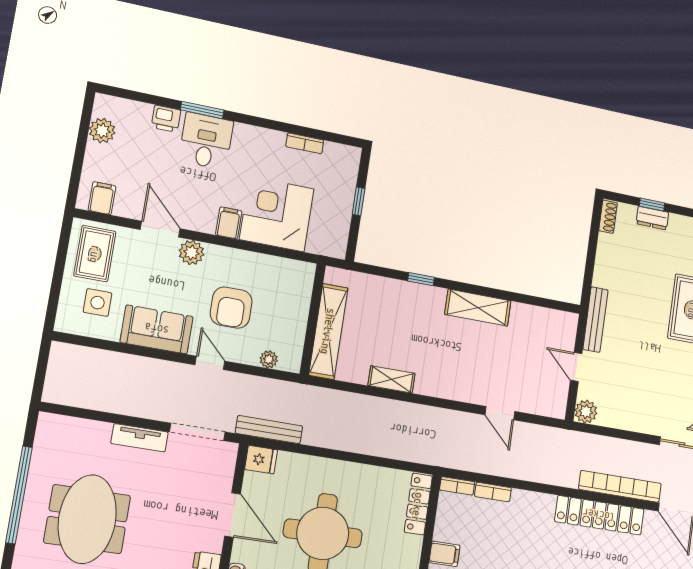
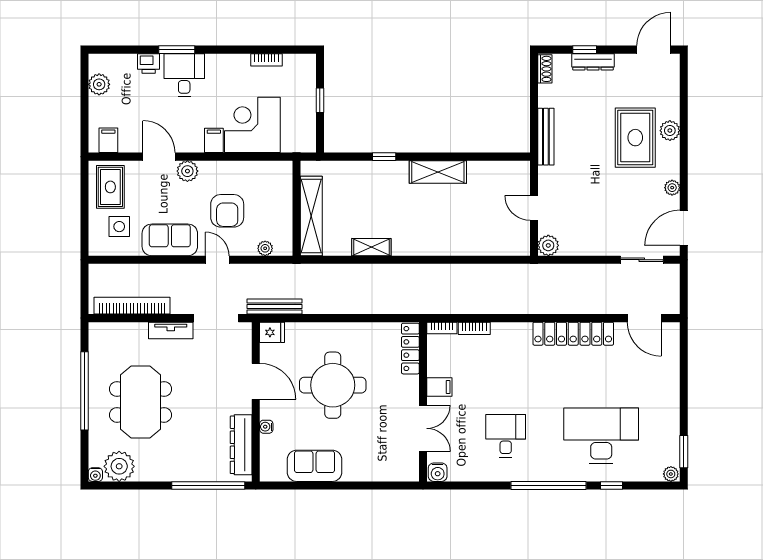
dresser: (652, 218) -> (593, 62), width x1.44
bench: (595, 320) -> (546, 137), moved
door: (500, 413) -> (471, 260), removed
bookcase: (620, 486) -> (132, 306), moved

